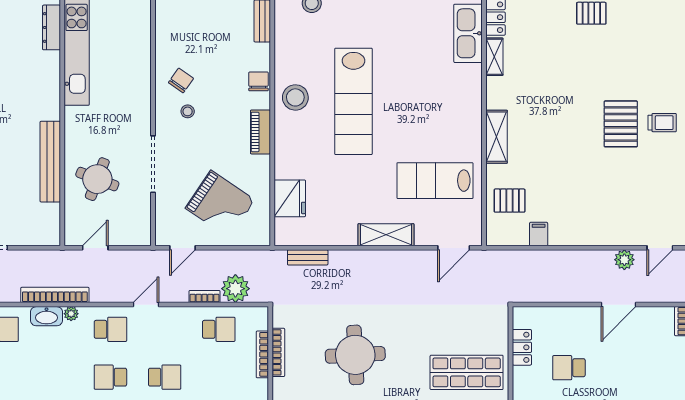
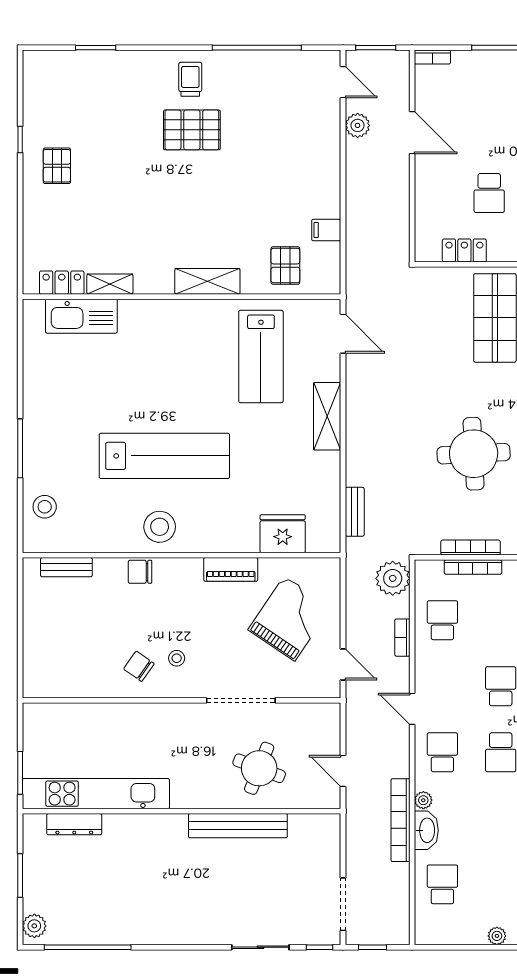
piano: (260, 132) -> (231, 569), moved
plant: (235, 289) -> (393, 578), moved

